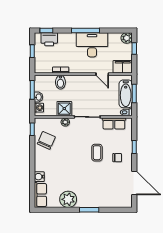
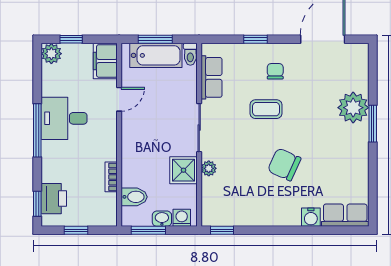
desk: (92, 45) -> (64, 118), width x0.73
bidet: (60, 82) -> (134, 197), moved
chair: (46, 140) -> (284, 164), moved
plant: (68, 199) -> (353, 108), moved

